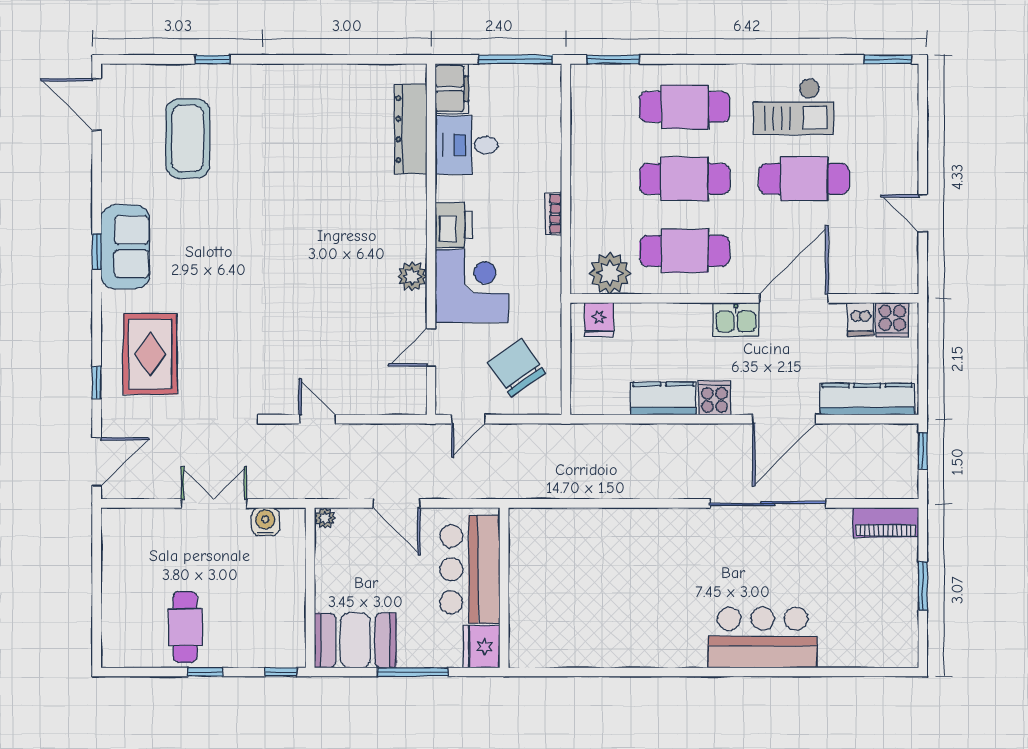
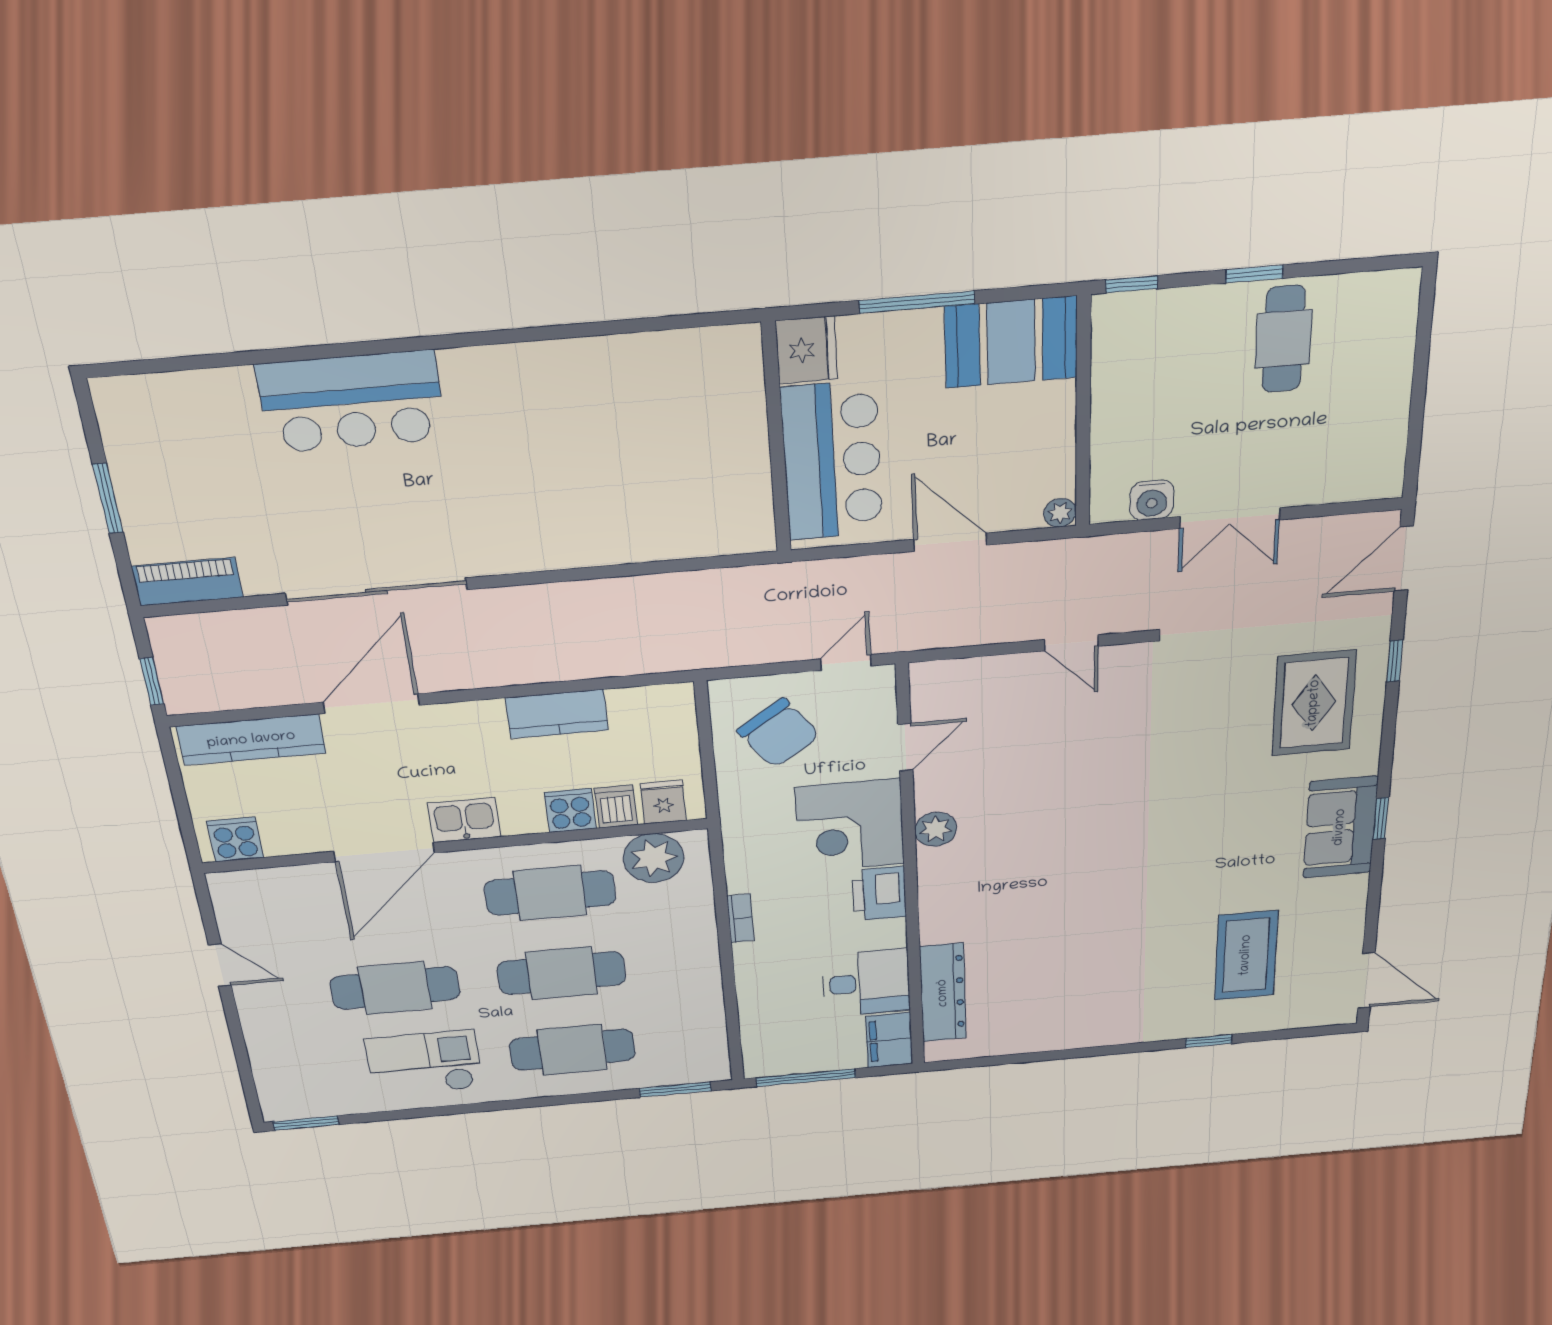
dishwasher: (861, 319) -> (616, 806), moved
cooker: (714, 398) -> (570, 810), moved, turned 180

